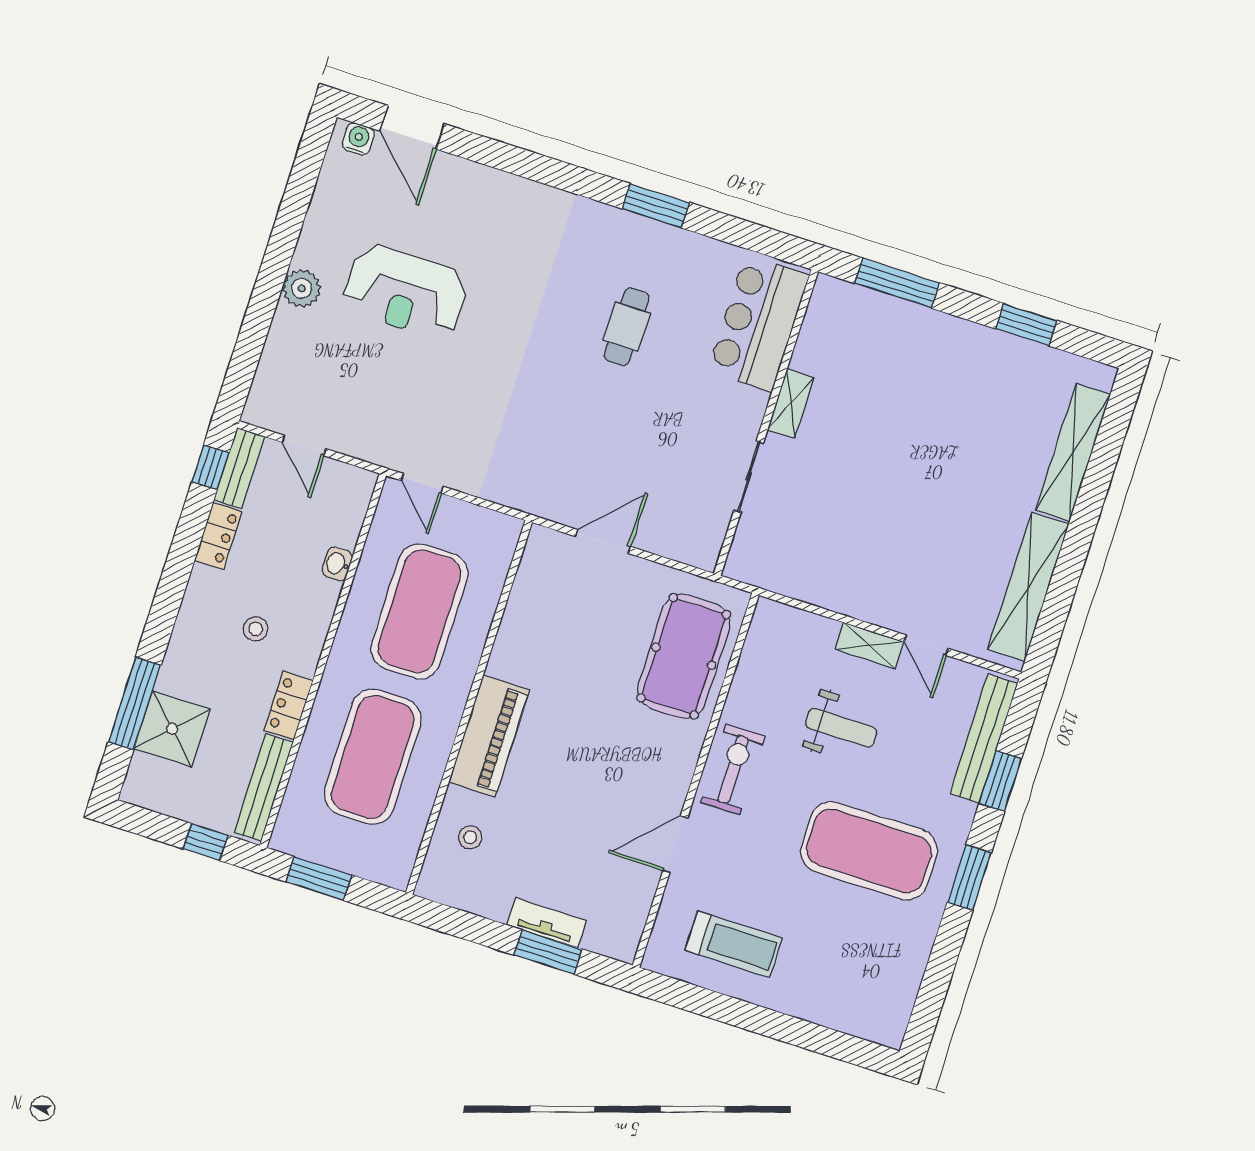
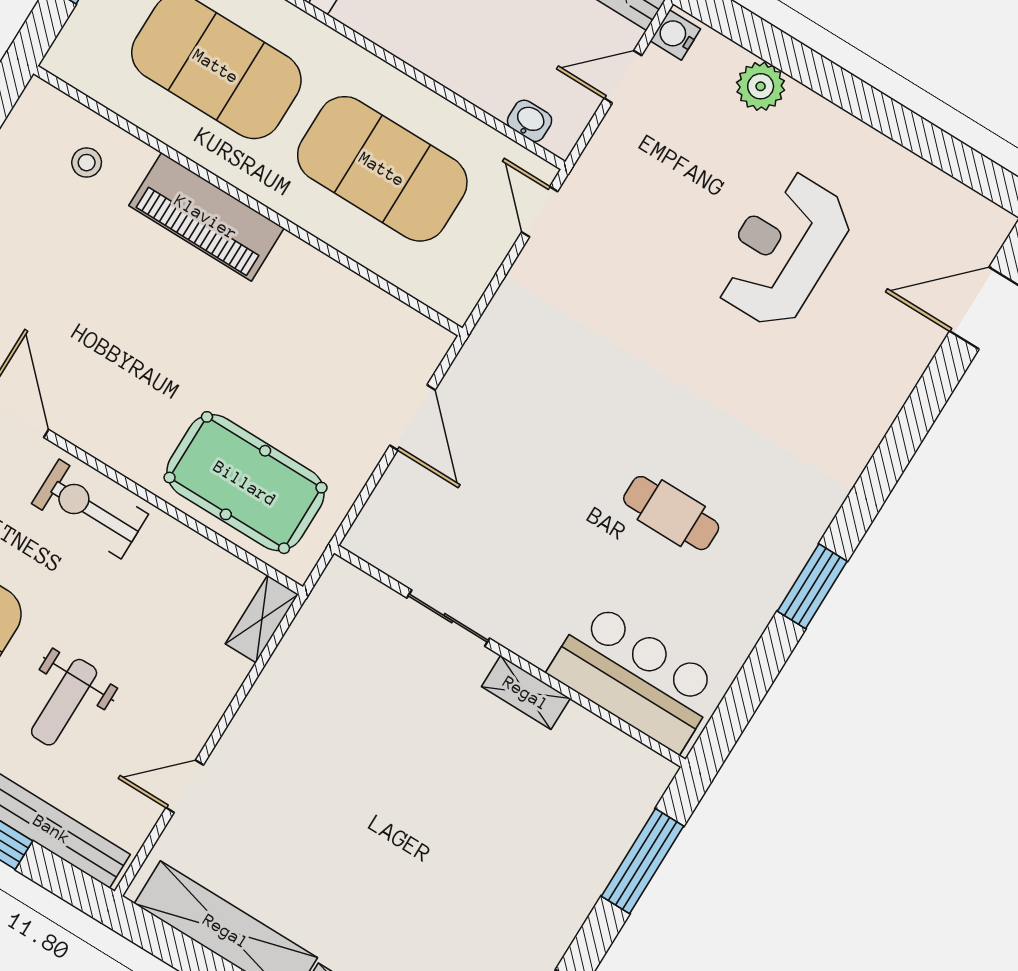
water cooler: (358, 139) -> (675, 35), moved, turned 180
plant: (302, 288) -> (761, 86), moved
door: (422, 484) -> (540, 212), hinge flipped
washbasin: (337, 564) -> (530, 121), moved
shelving: (869, 645) -> (262, 619), moved
weight bench: (841, 728) -> (64, 702), moved
exercise bike: (733, 769) -> (90, 509), turned 180

